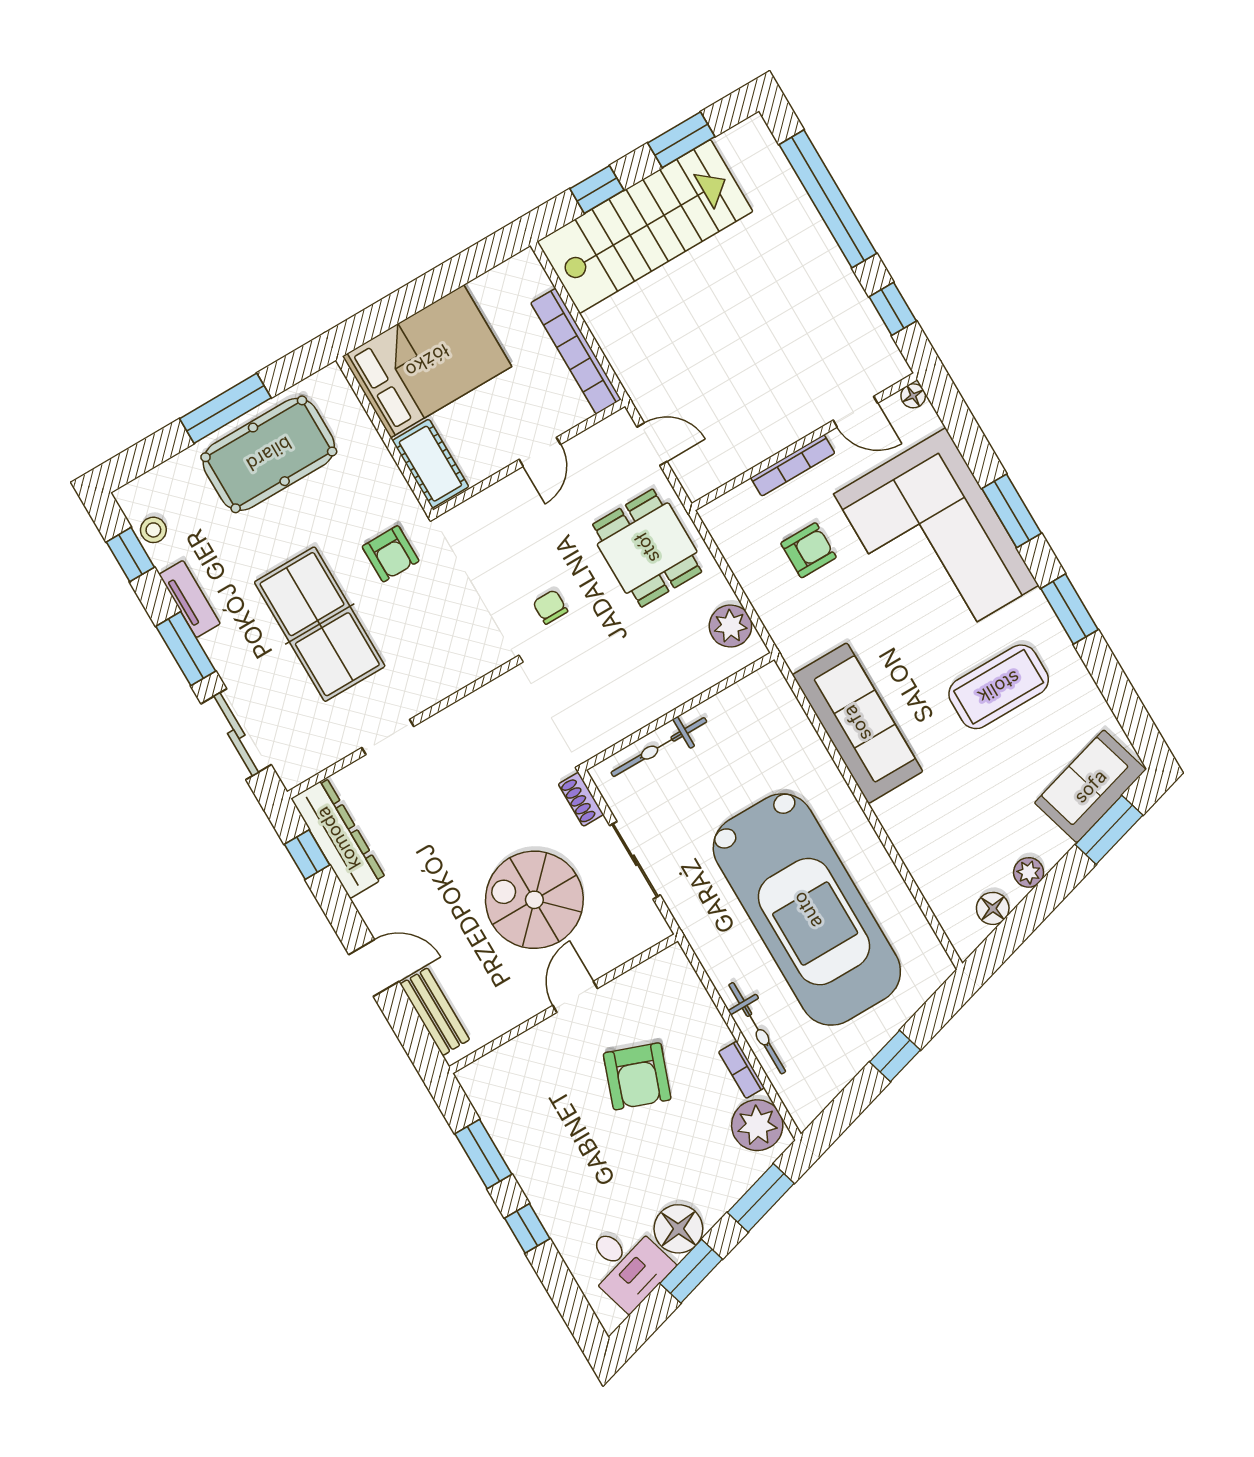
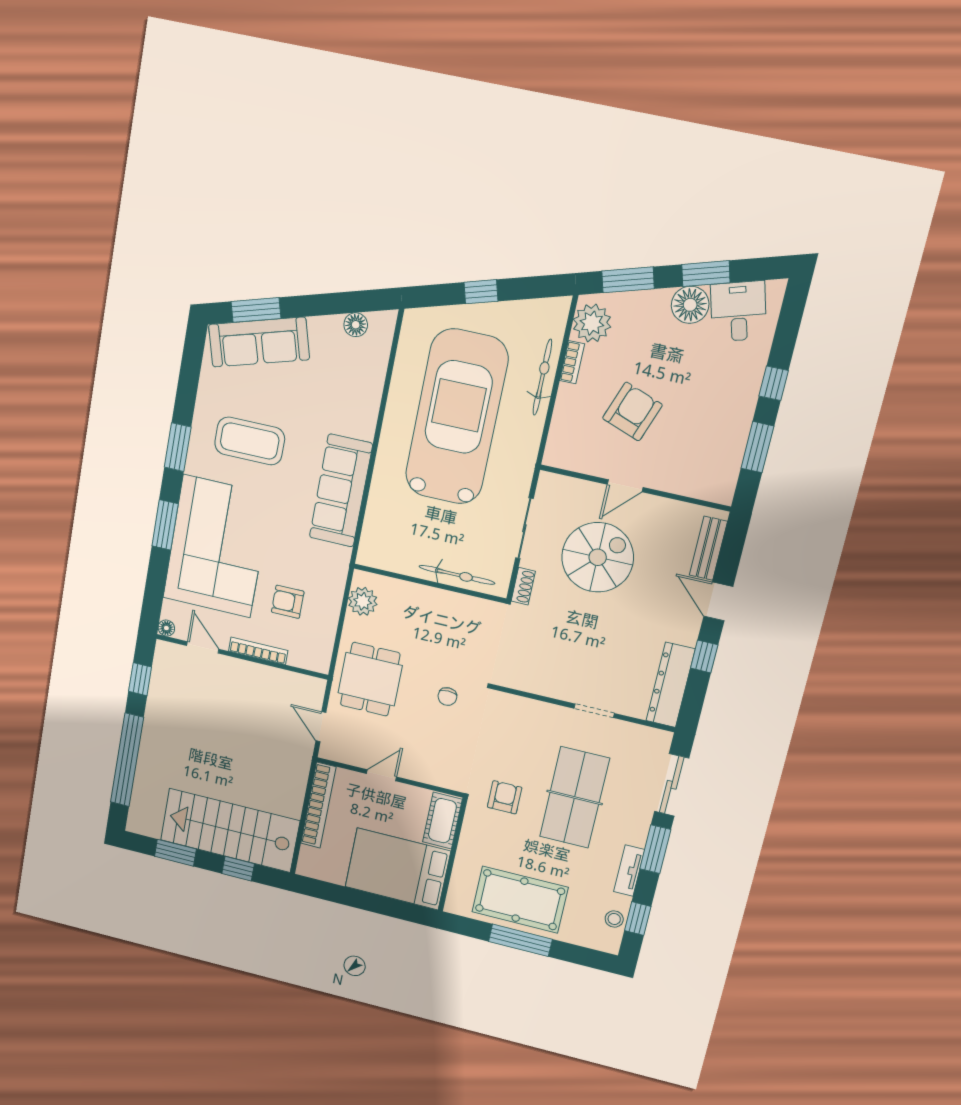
sofa: (1090, 786) -> (259, 342), width x1.36
window: (307, 855) -> (704, 657), moved
plant: (1029, 872) -> (319, 327), removed
spiral stairs: (534, 900) -> (598, 557), turned -90

